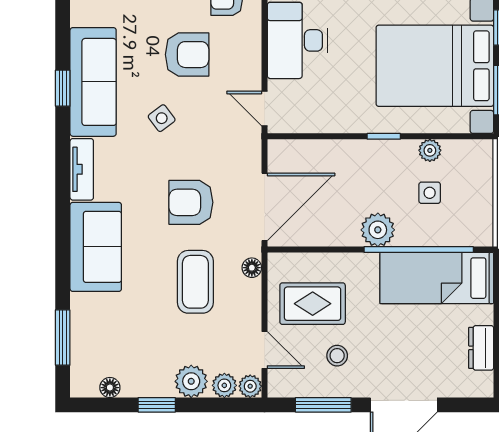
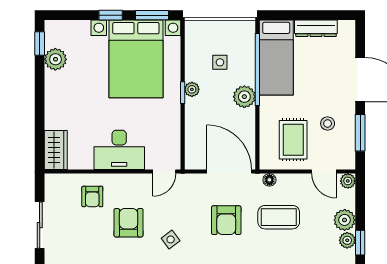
plant: (430, 150) -> (192, 89), moved
dresser: (481, 348) -> (316, 28), width x1.44
door: (264, 350) -> (324, 172), swing flipped
plant: (224, 385) -> (347, 240), moved

